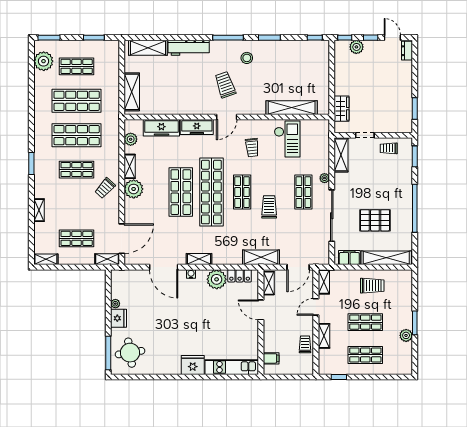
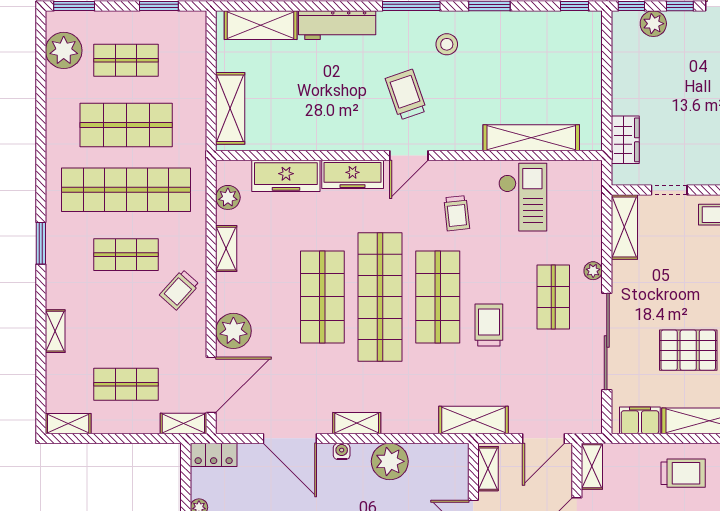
shop shelf: (77, 135) -> (126, 190), width x1.40
plant: (134, 189) -> (233, 331), moved
shop shelf: (242, 192) -> (438, 297), width x1.43, depth x1.36
locker: (240, 276) -> (214, 455), moved

